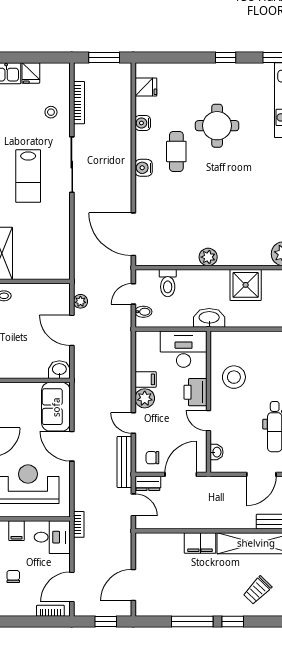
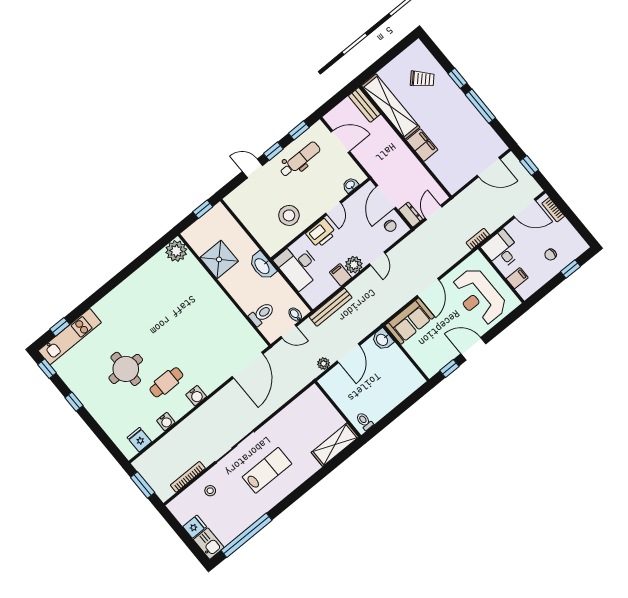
plant: (208, 257) -> (221, 301), removed
bench: (124, 462) -> (331, 307), moved
door: (181, 474) -> (386, 197), hinge flipped

